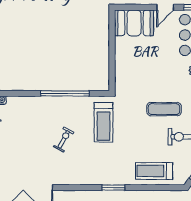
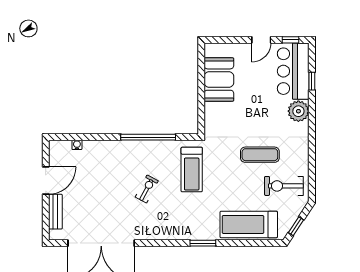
booth: (134, 23) -> (219, 80), moved, turned 90
treadmill: (154, 171) -> (249, 224), width x1.37, depth x1.38

